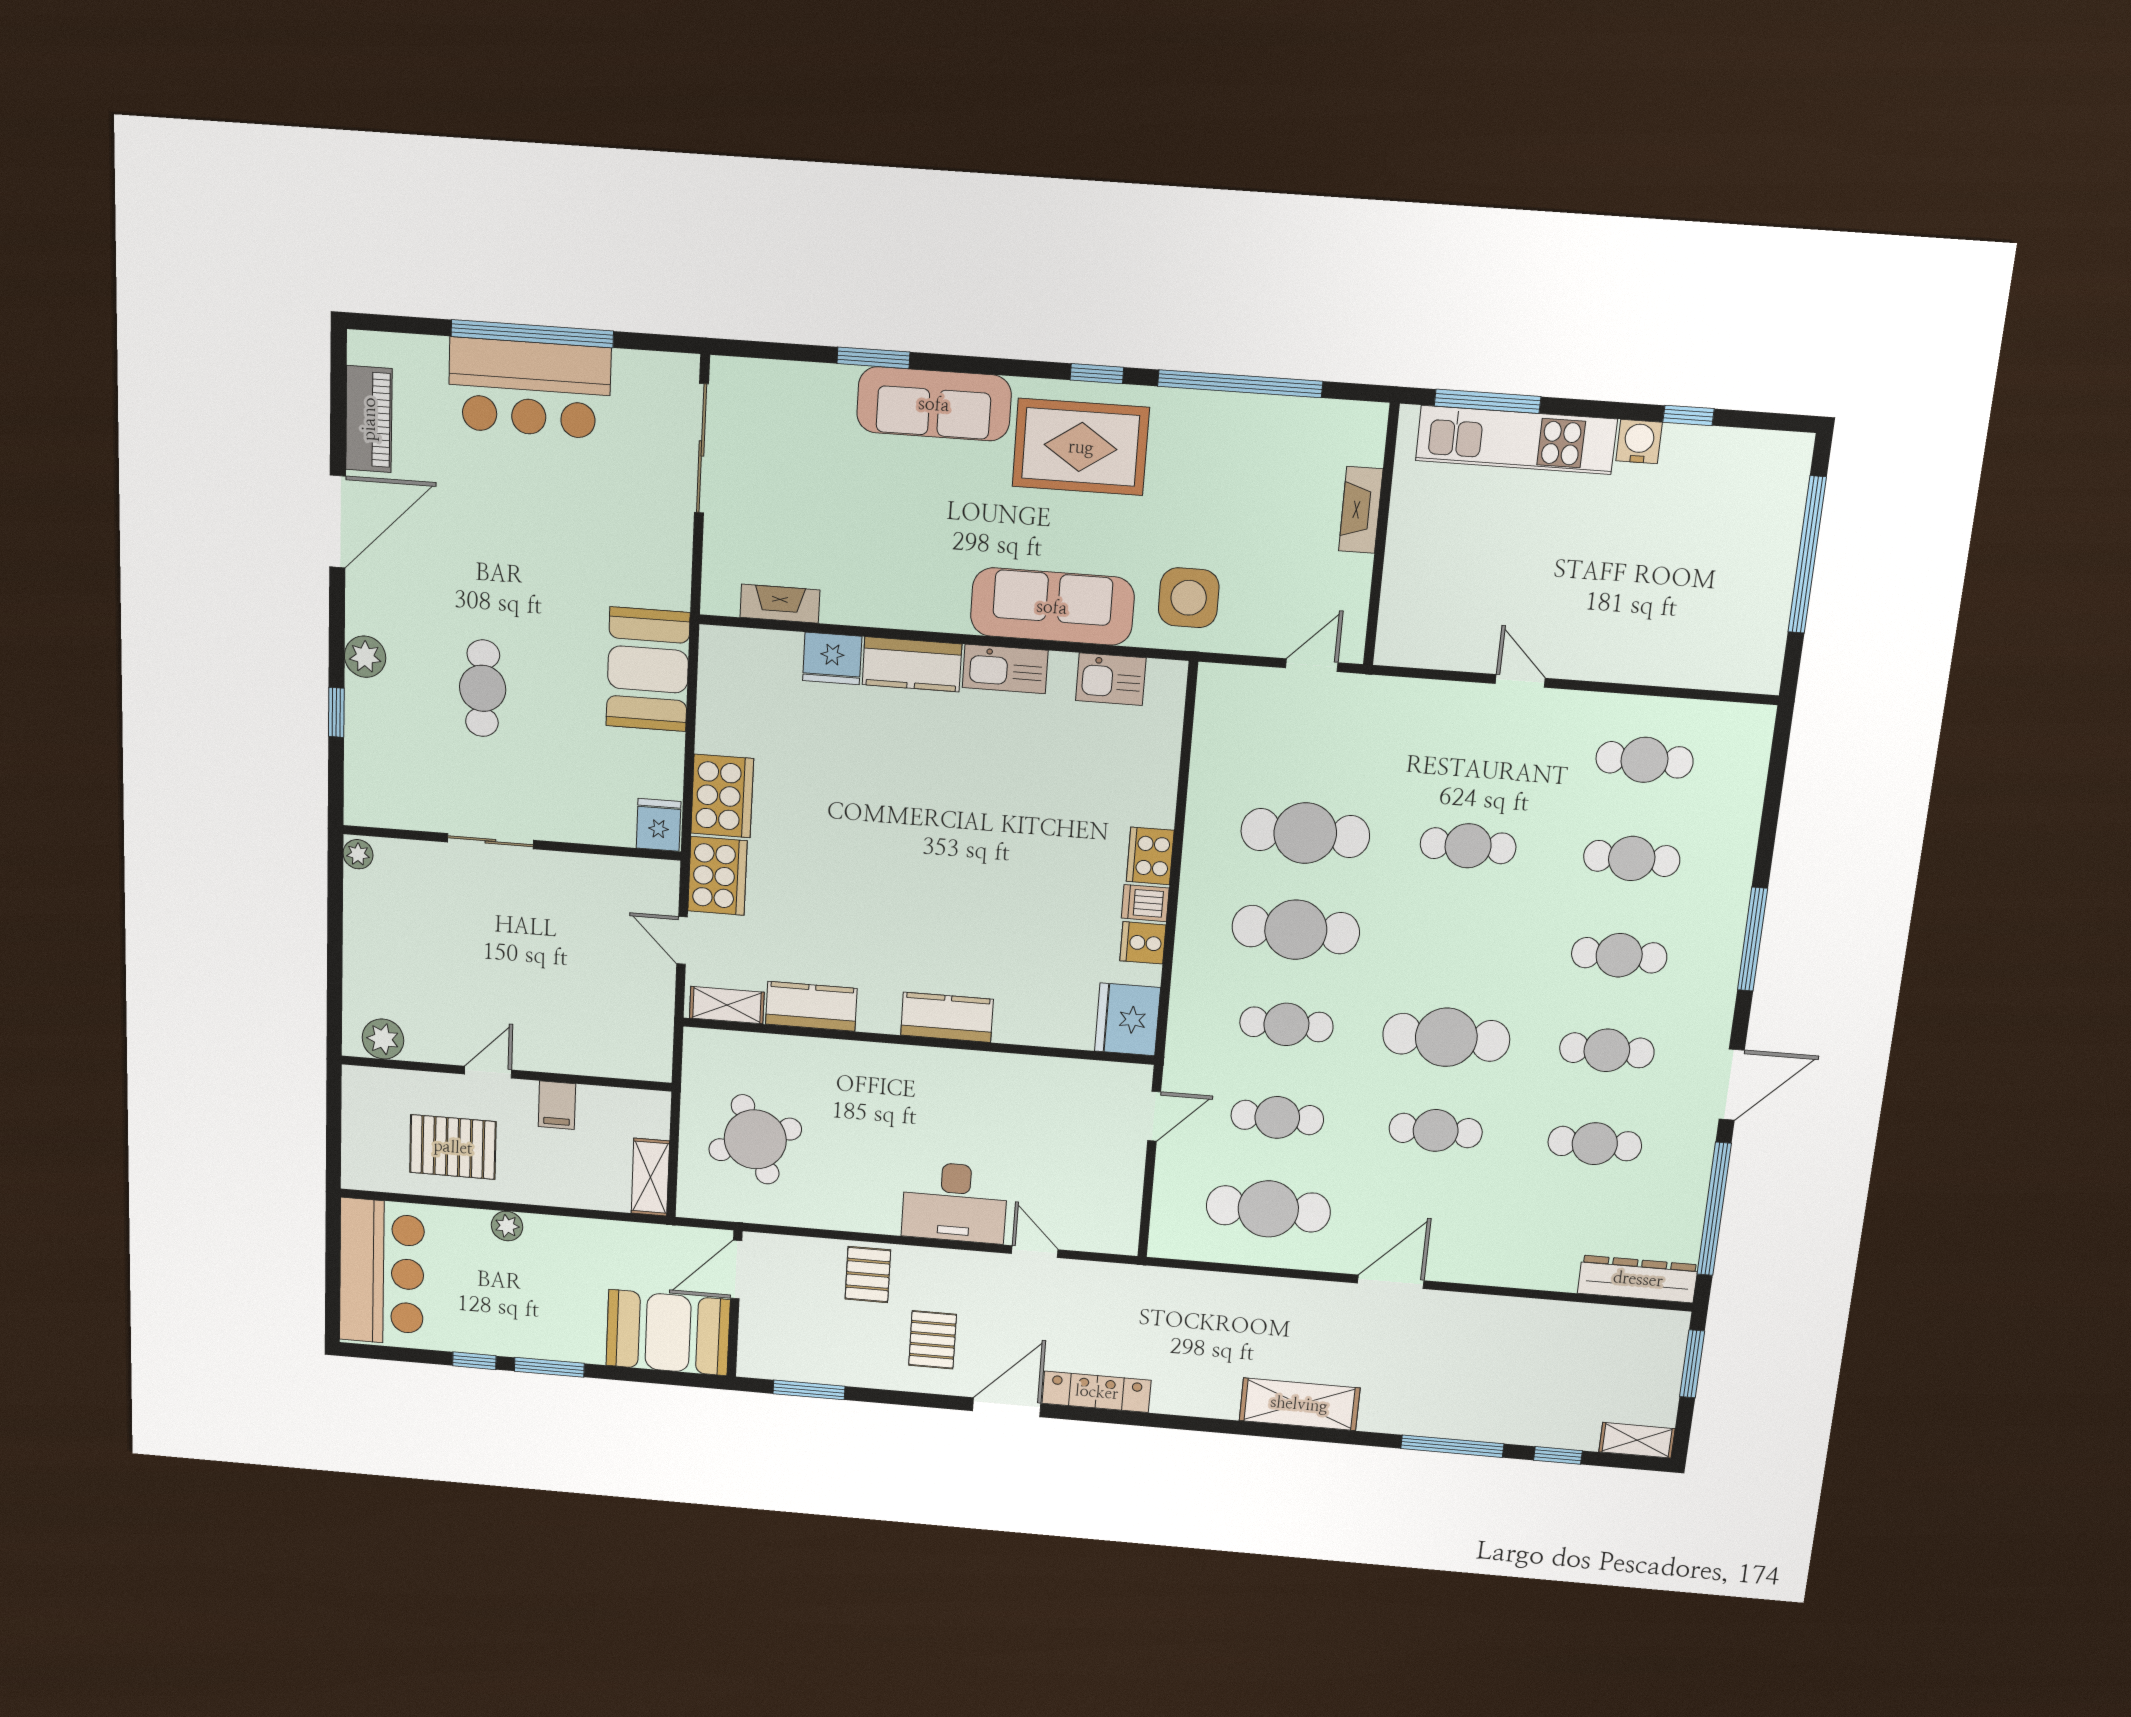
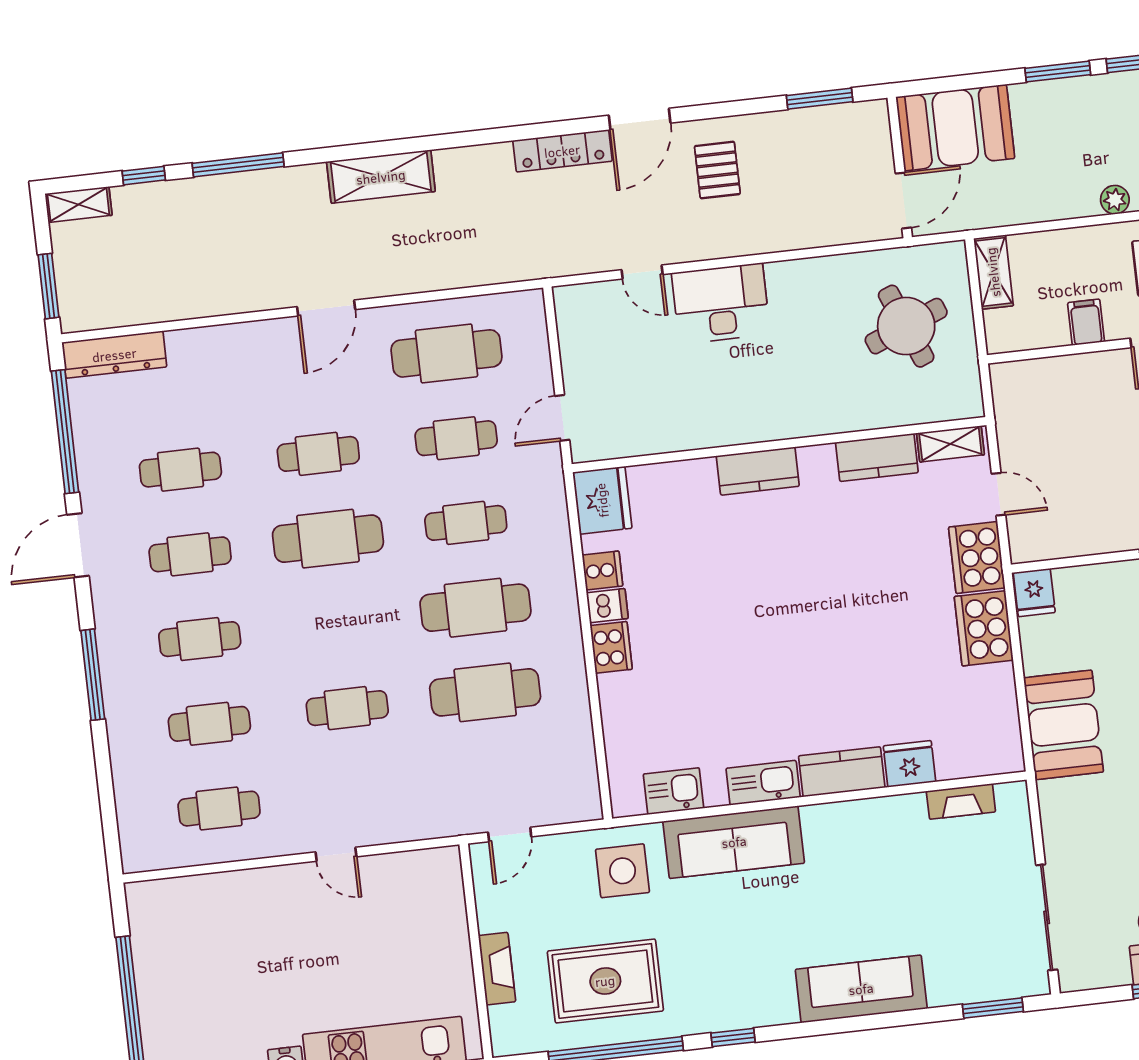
window: (873, 358) -> (993, 1008), moved
rug: (1081, 447) -> (605, 981), moved
pallet: (868, 1274) -> (786, 220), removed

